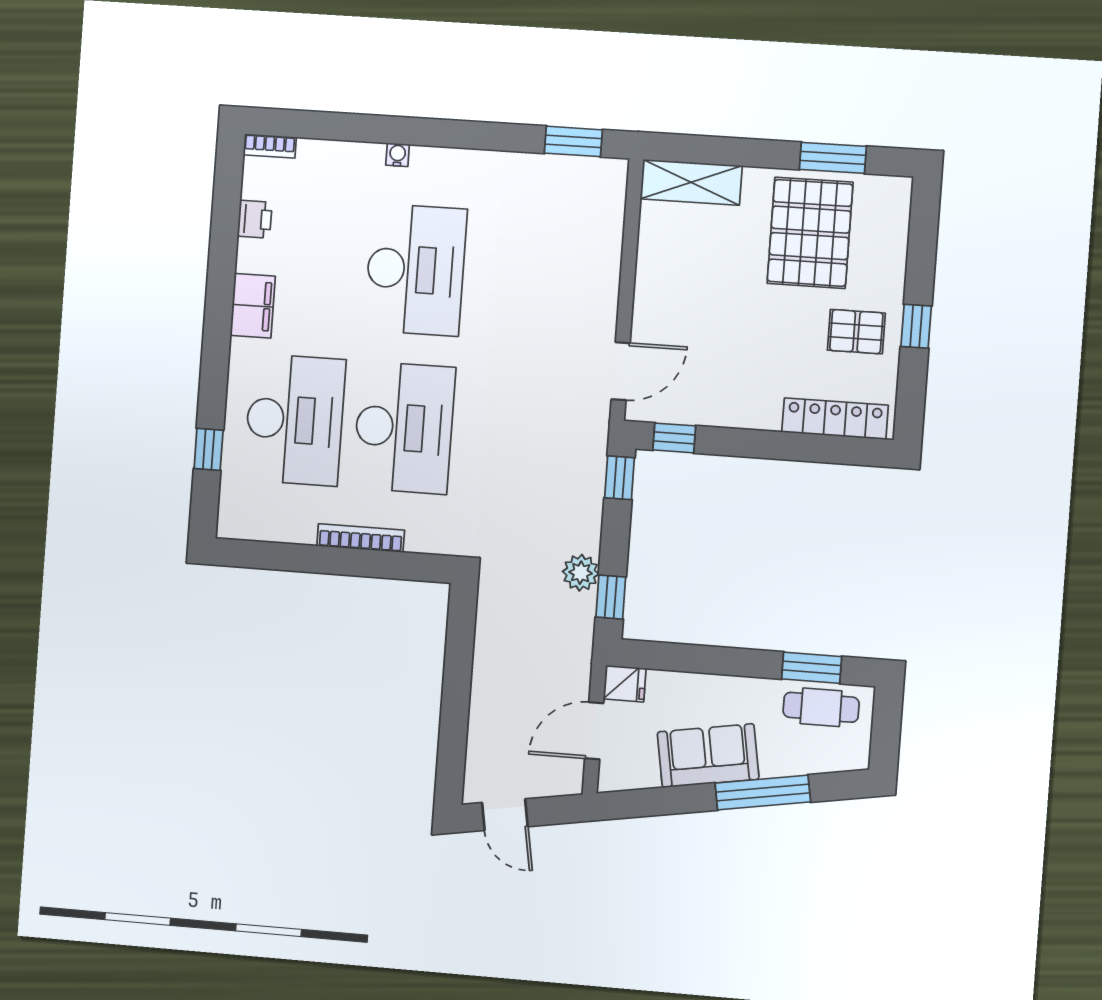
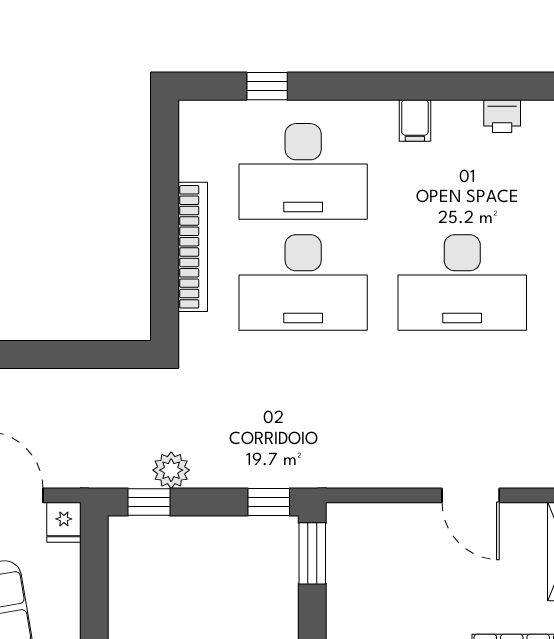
filing cabinet: (253, 306) -> (415, 120), width x0.50
door: (621, 371) -> (471, 495), moved
window: (674, 438) -> (312, 553), width x1.50
bookcase: (361, 538) -> (193, 247), width x1.48, depth x1.31

